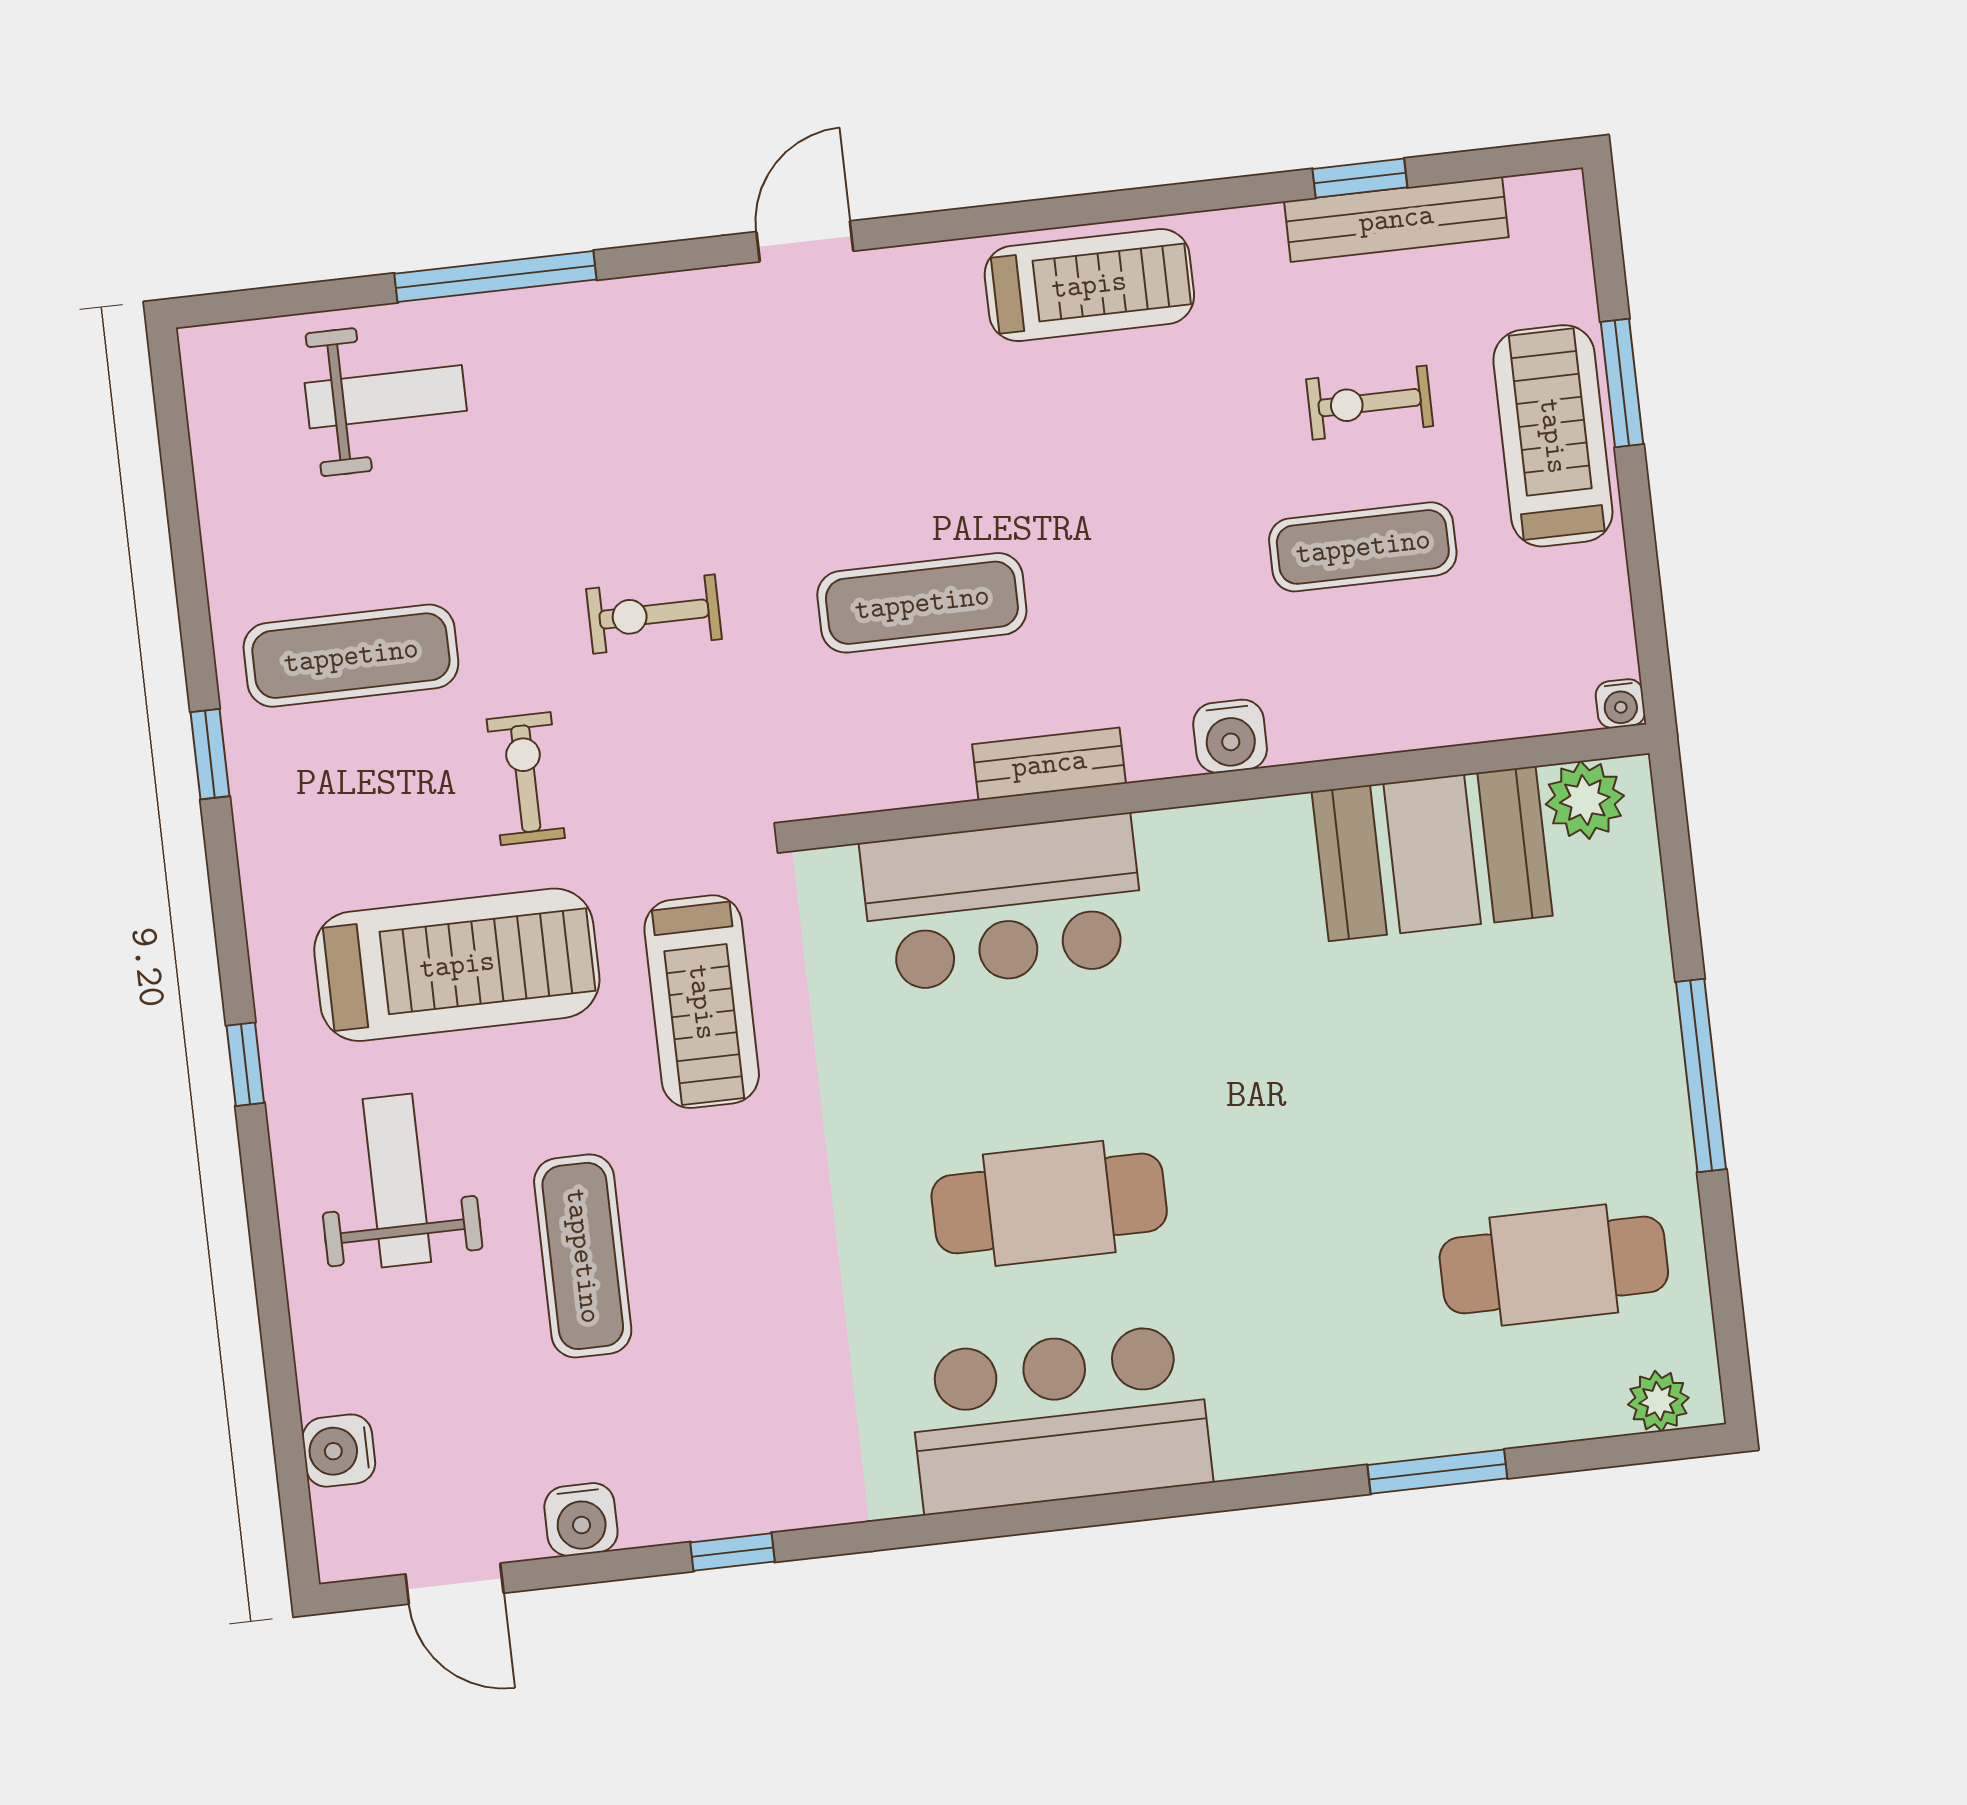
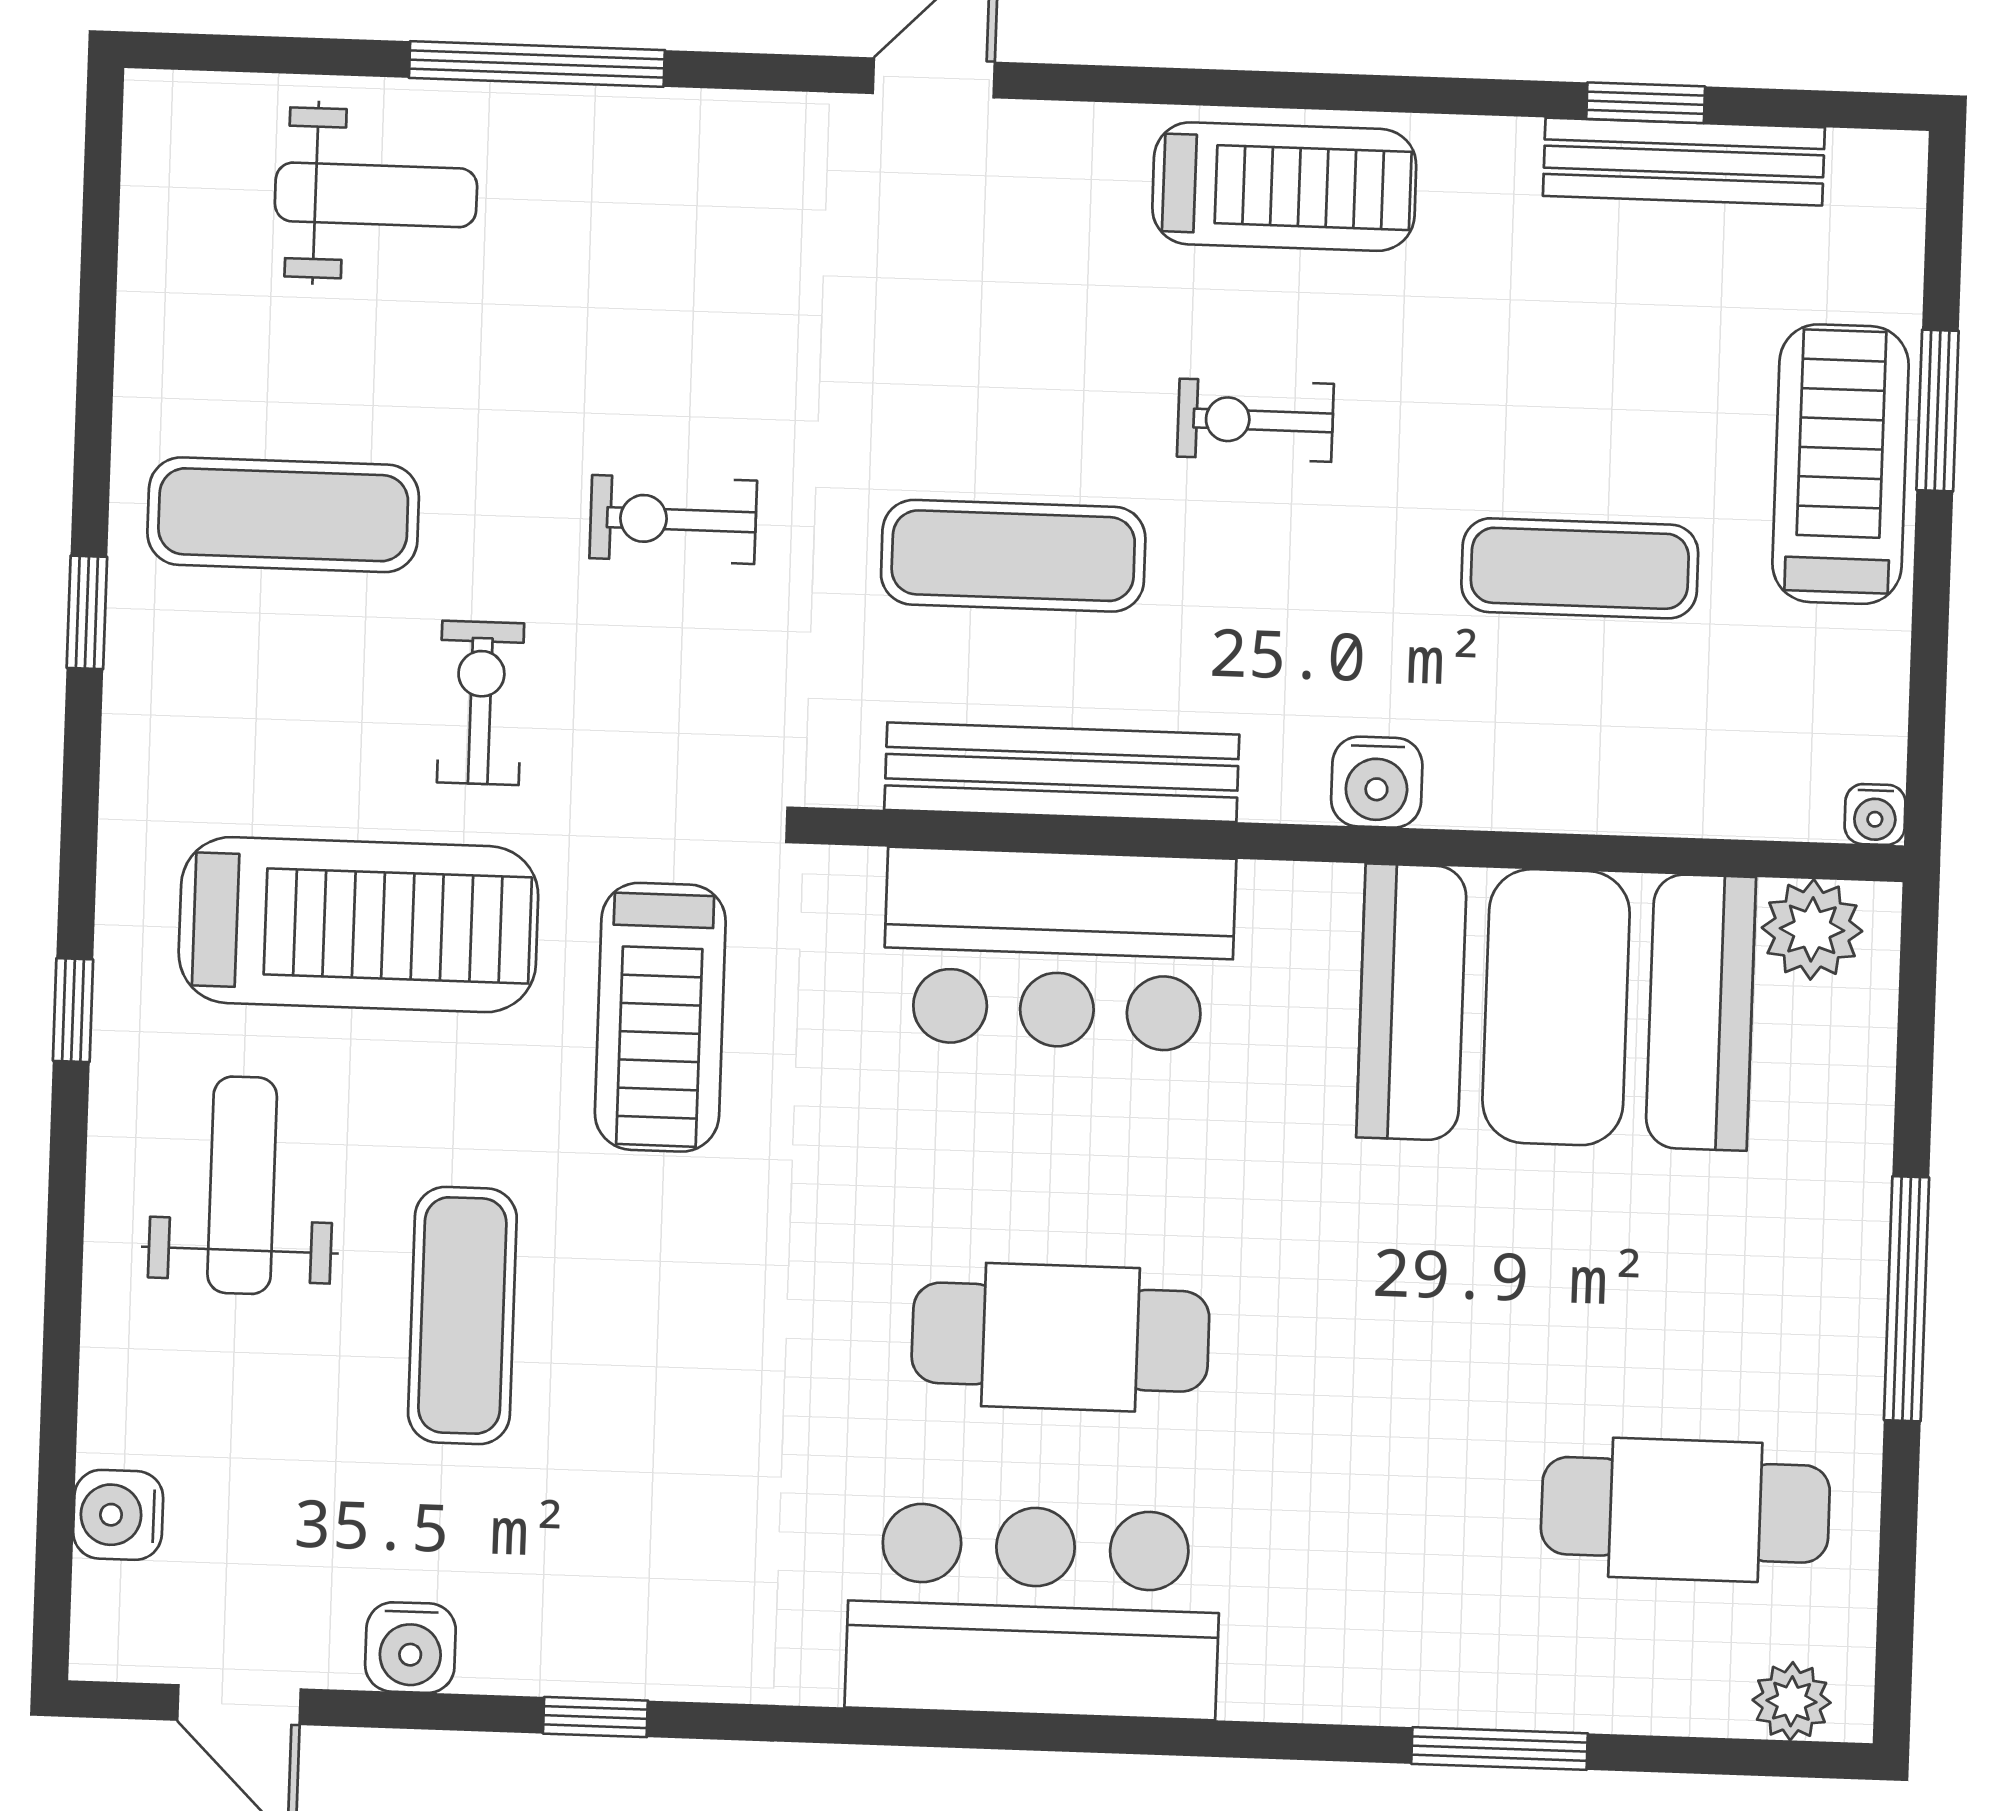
exercise bike: (1370, 403) -> (1255, 420), moved
bench: (1049, 764) -> (1062, 772), width x1.86, depth x1.21
booth: (1432, 854) -> (1556, 1007), width x1.36, depth x1.42

